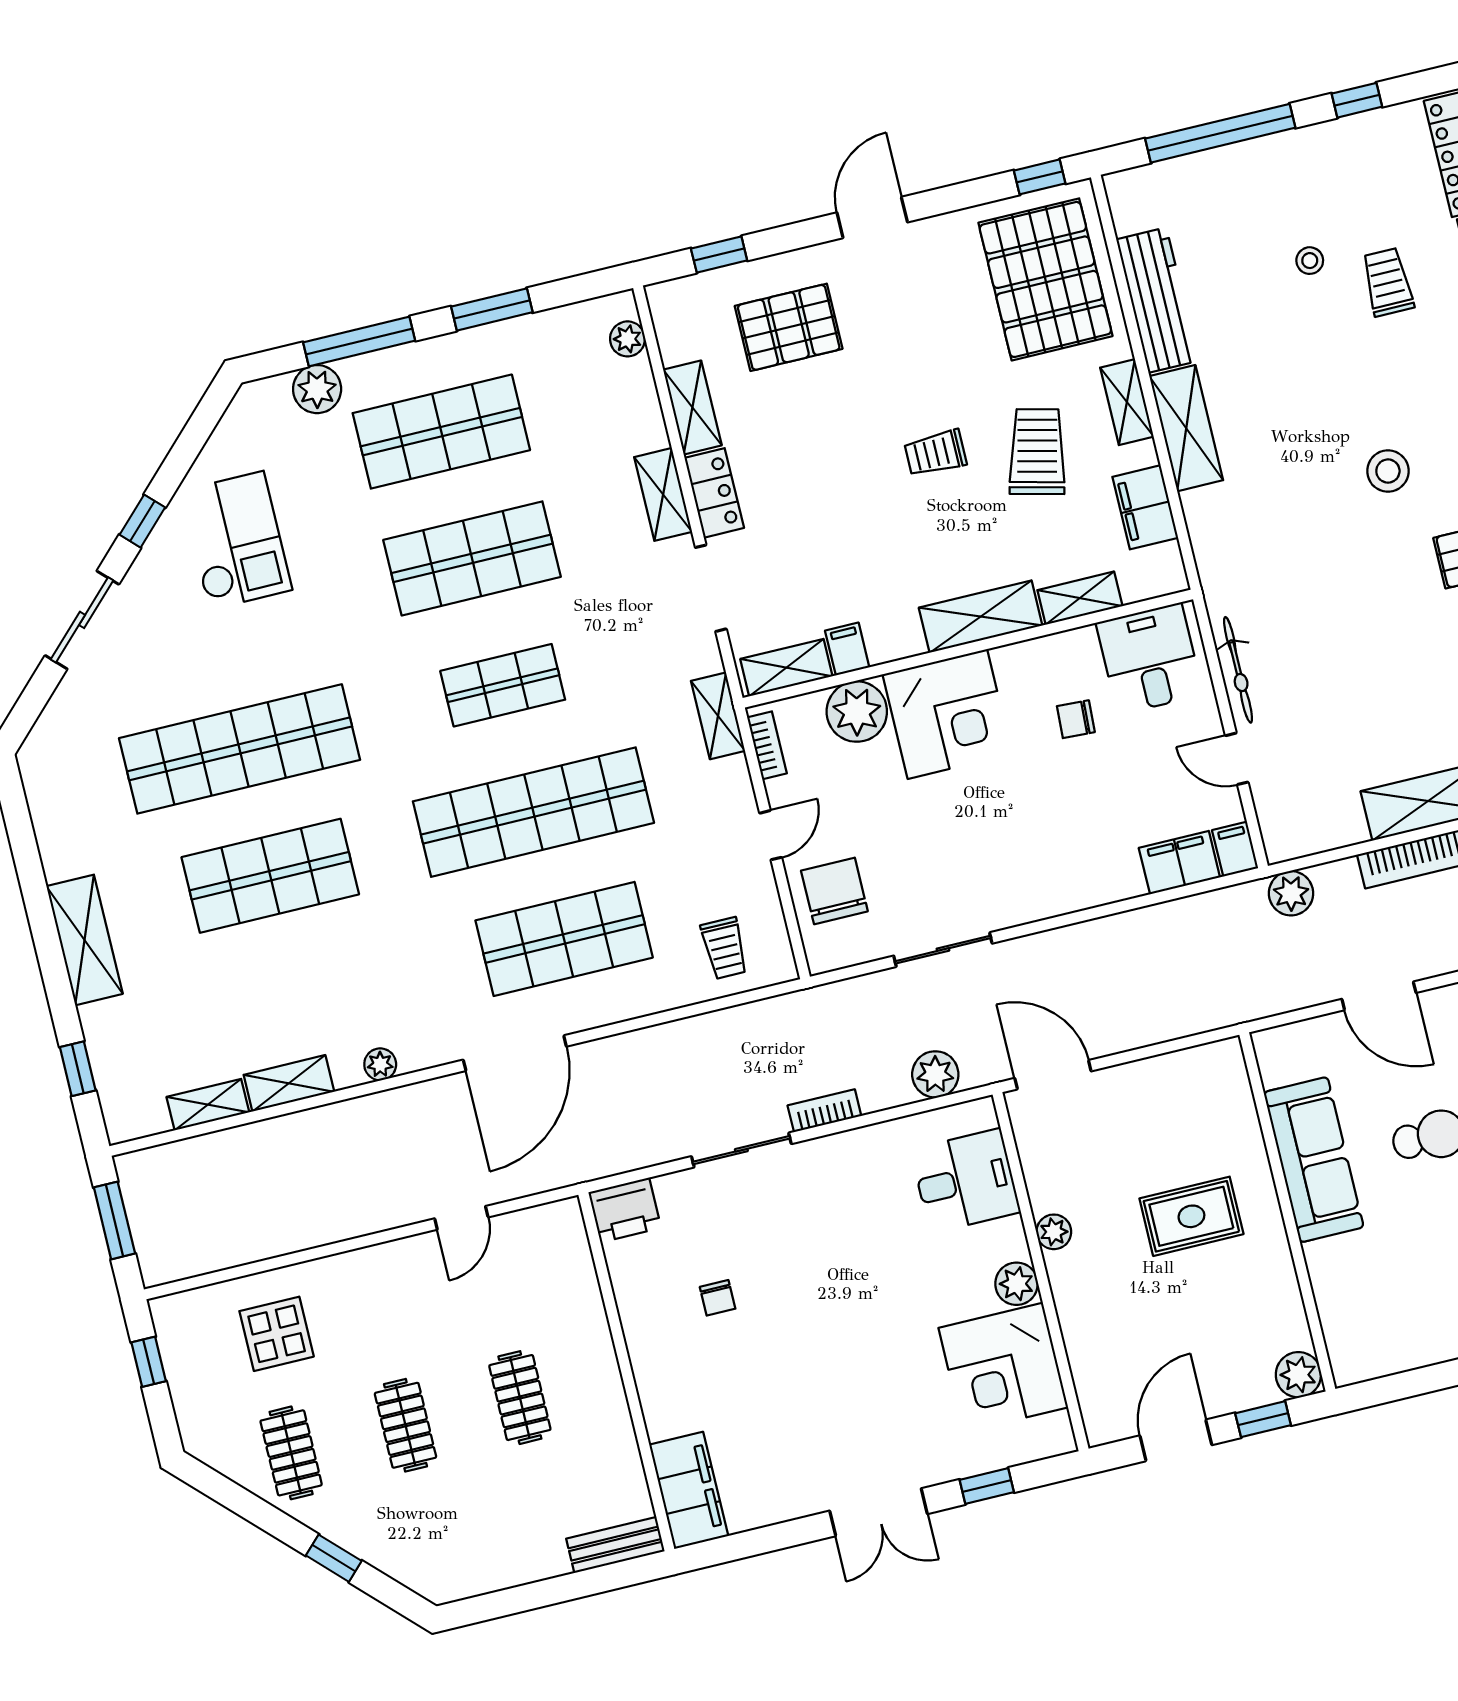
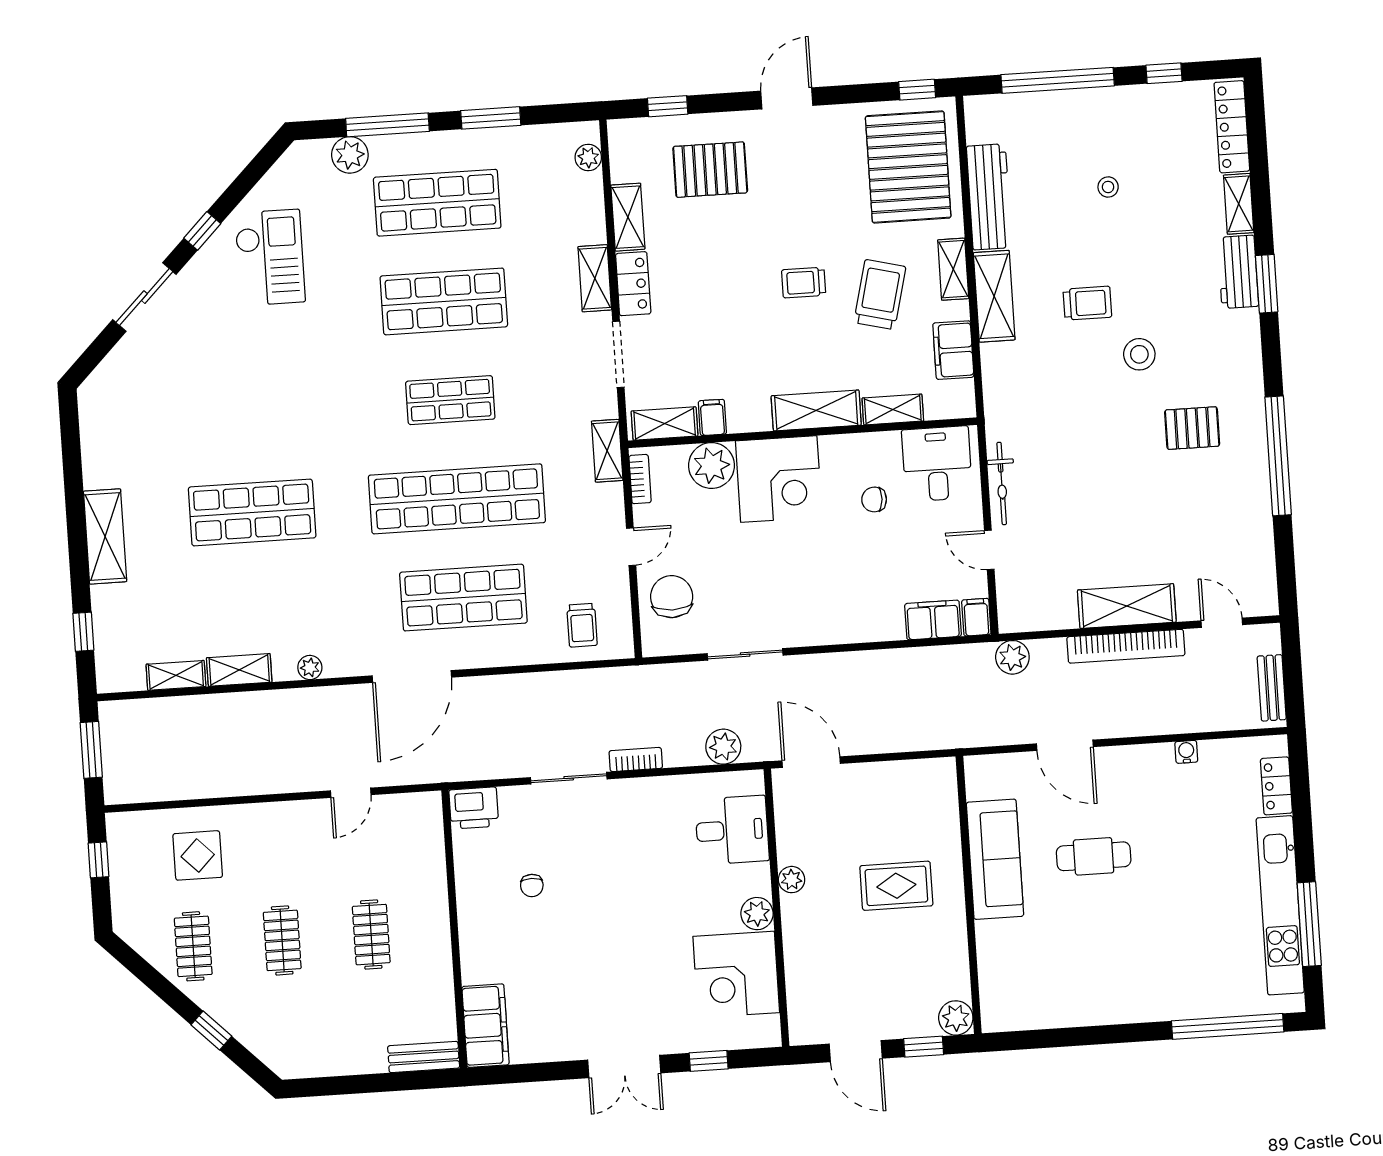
trolley: (1388, 282) -> (1087, 303), moved, turned 90
shop shelf: (240, 749) -> (246, 414), removed
door: (1176, 1440) -> (856, 1051), swing flipped

